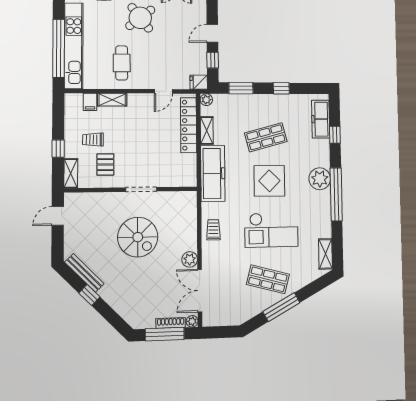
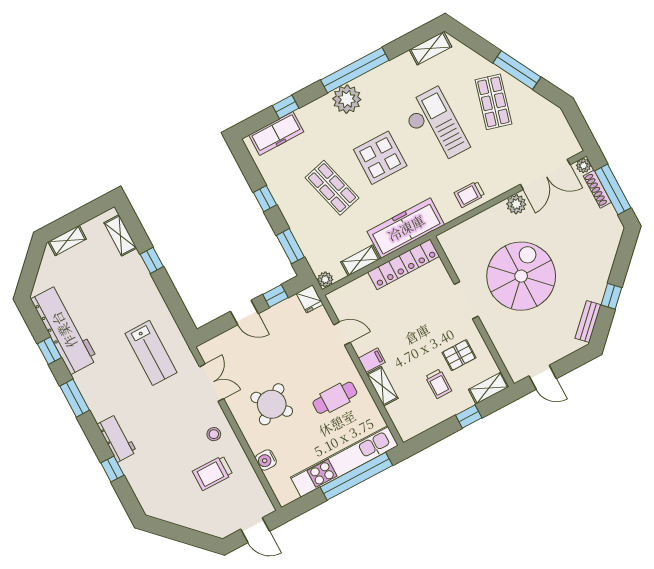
filing cabinet: (90, 102) -> (372, 360), moved
locker: (189, 125) -> (404, 264), moved
spiral stairs: (138, 237) -> (521, 276), width x1.37, depth x1.37
bench: (84, 273) -> (588, 322), width x0.73

